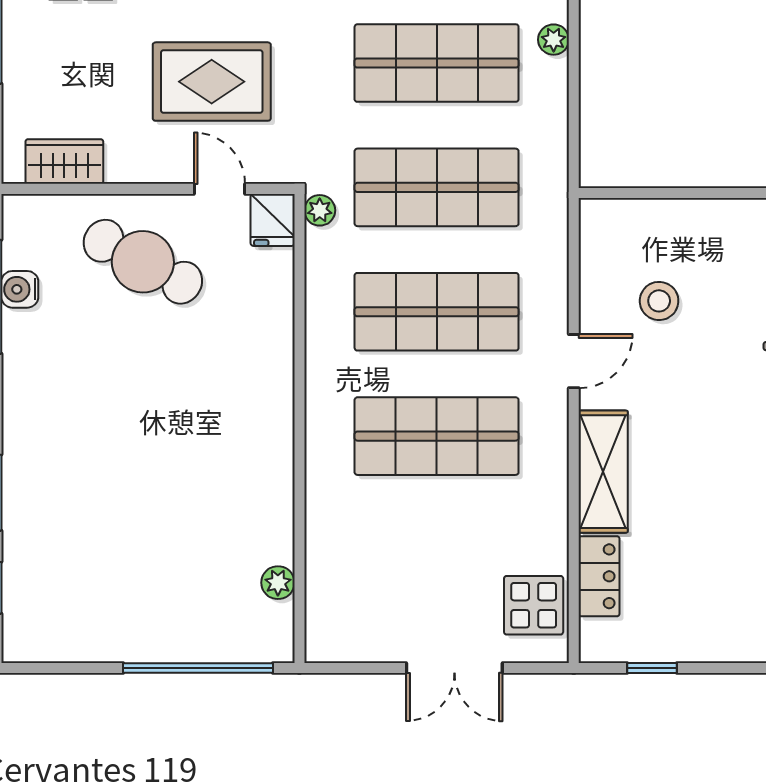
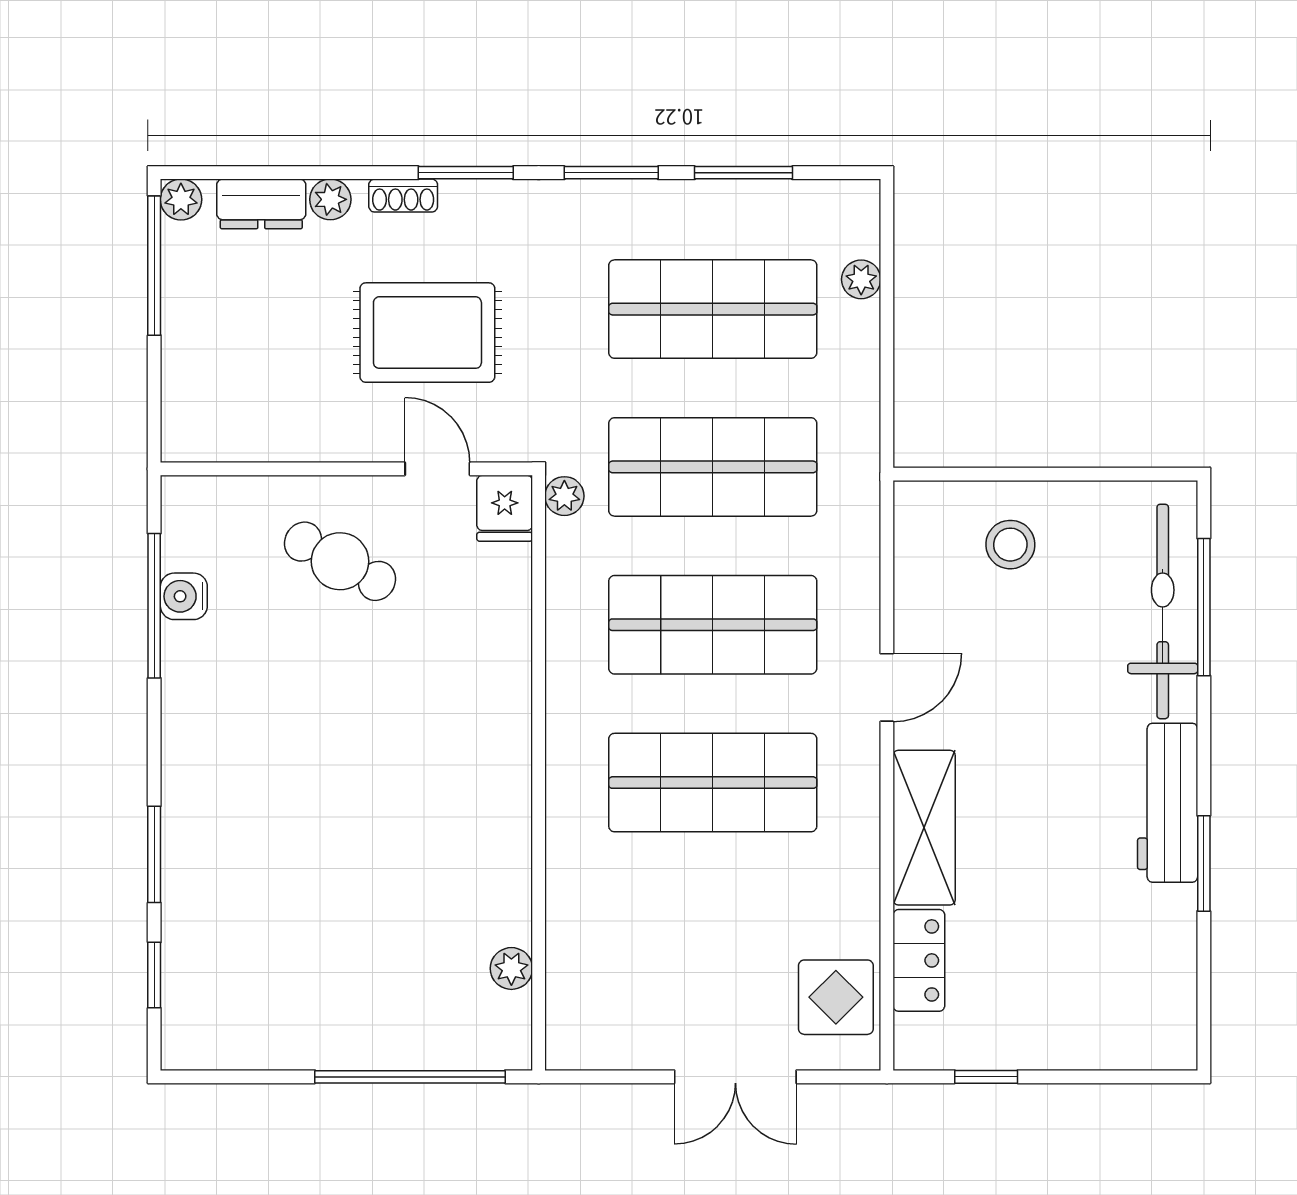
wardrobe: (64, 162) -> (240, 434), removed
cafe table: (143, 262) -> (340, 561), width x0.73, depth x0.74
stool: (659, 301) -> (1010, 545), moved

